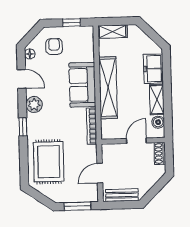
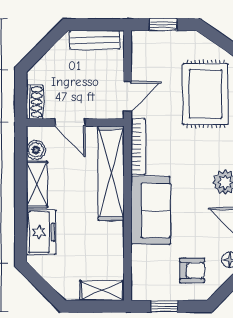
armchair: (54, 46) -> (192, 270), turned -90
shelving: (108, 88) -> (111, 173), moved
door: (136, 141) -> (70, 122), hinge flipped
door: (100, 173) -> (127, 96), moved
window: (77, 206) -> (163, 25), width x0.67

